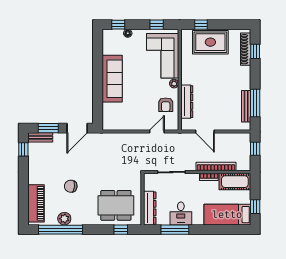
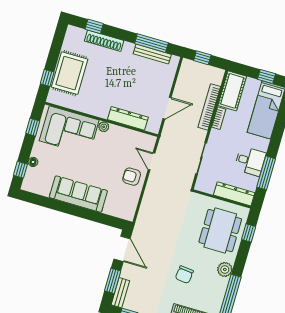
shoe rack: (246, 49) -> (104, 41), moved
armchair: (166, 105) -> (132, 177), moved, turned 180
plant: (64, 219) -> (225, 269), moved

